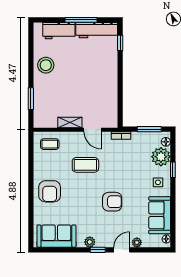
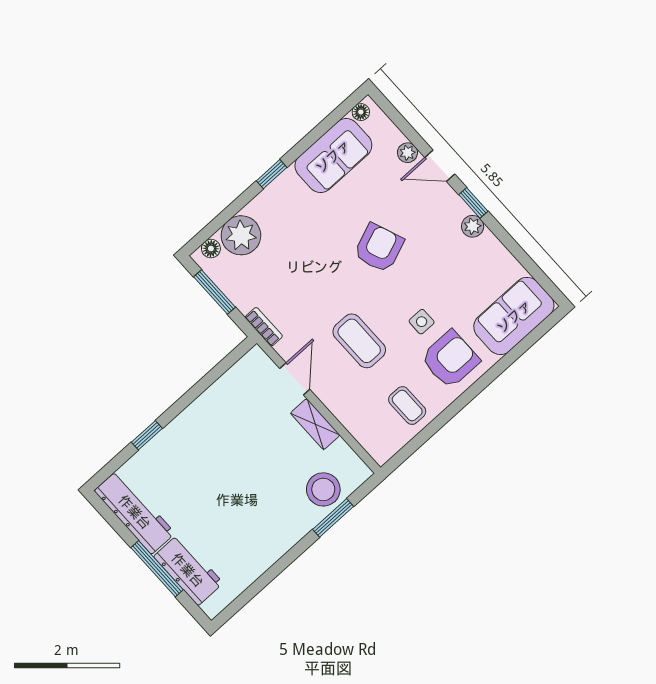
window: (81, 20) -> (157, 569), moved
window: (120, 43) -> (147, 435), moved
stool: (46, 65) -> (323, 489), moved
coffee table: (50, 144) -> (407, 406), moved
window: (173, 170) -> (272, 174), moved
side table: (158, 182) -> (422, 322), moved
armchair: (112, 202) -> (379, 248), turned 69
sofa: (56, 236) -> (514, 316), moved, turned 90

